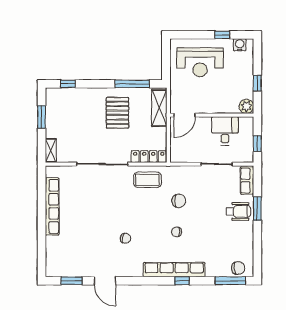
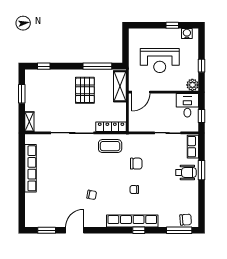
reception desk: (200, 62) -> (160, 61), moved
desk: (225, 131) -> (187, 105), moved
door: (105, 281) -> (75, 230), swing flipped

